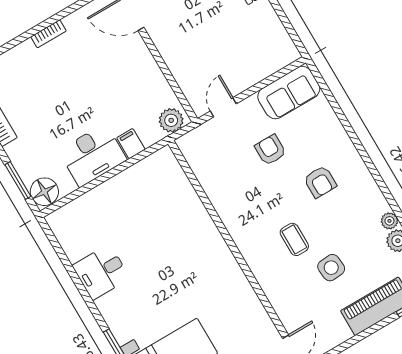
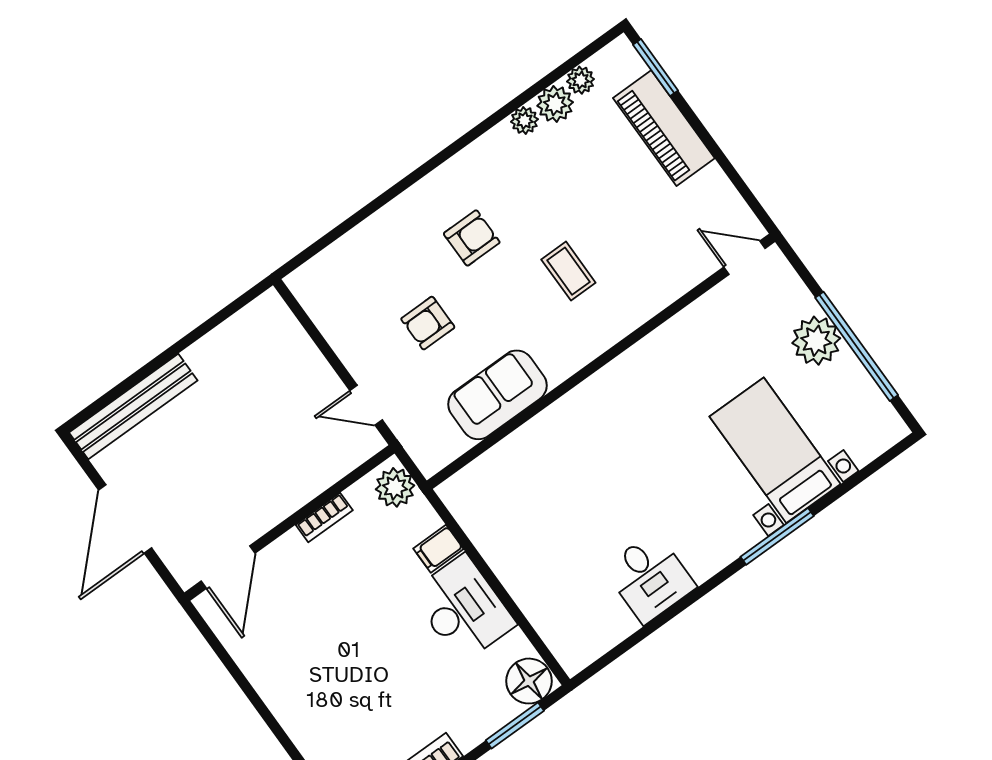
bookcase: (48, 34) -> (324, 518), moved, turned 90
sofa: (289, 93) -> (497, 395), moved, turned -90
coffee table: (294, 239) -> (568, 271), turned 90
side table: (331, 268) -> (608, 207), removed

